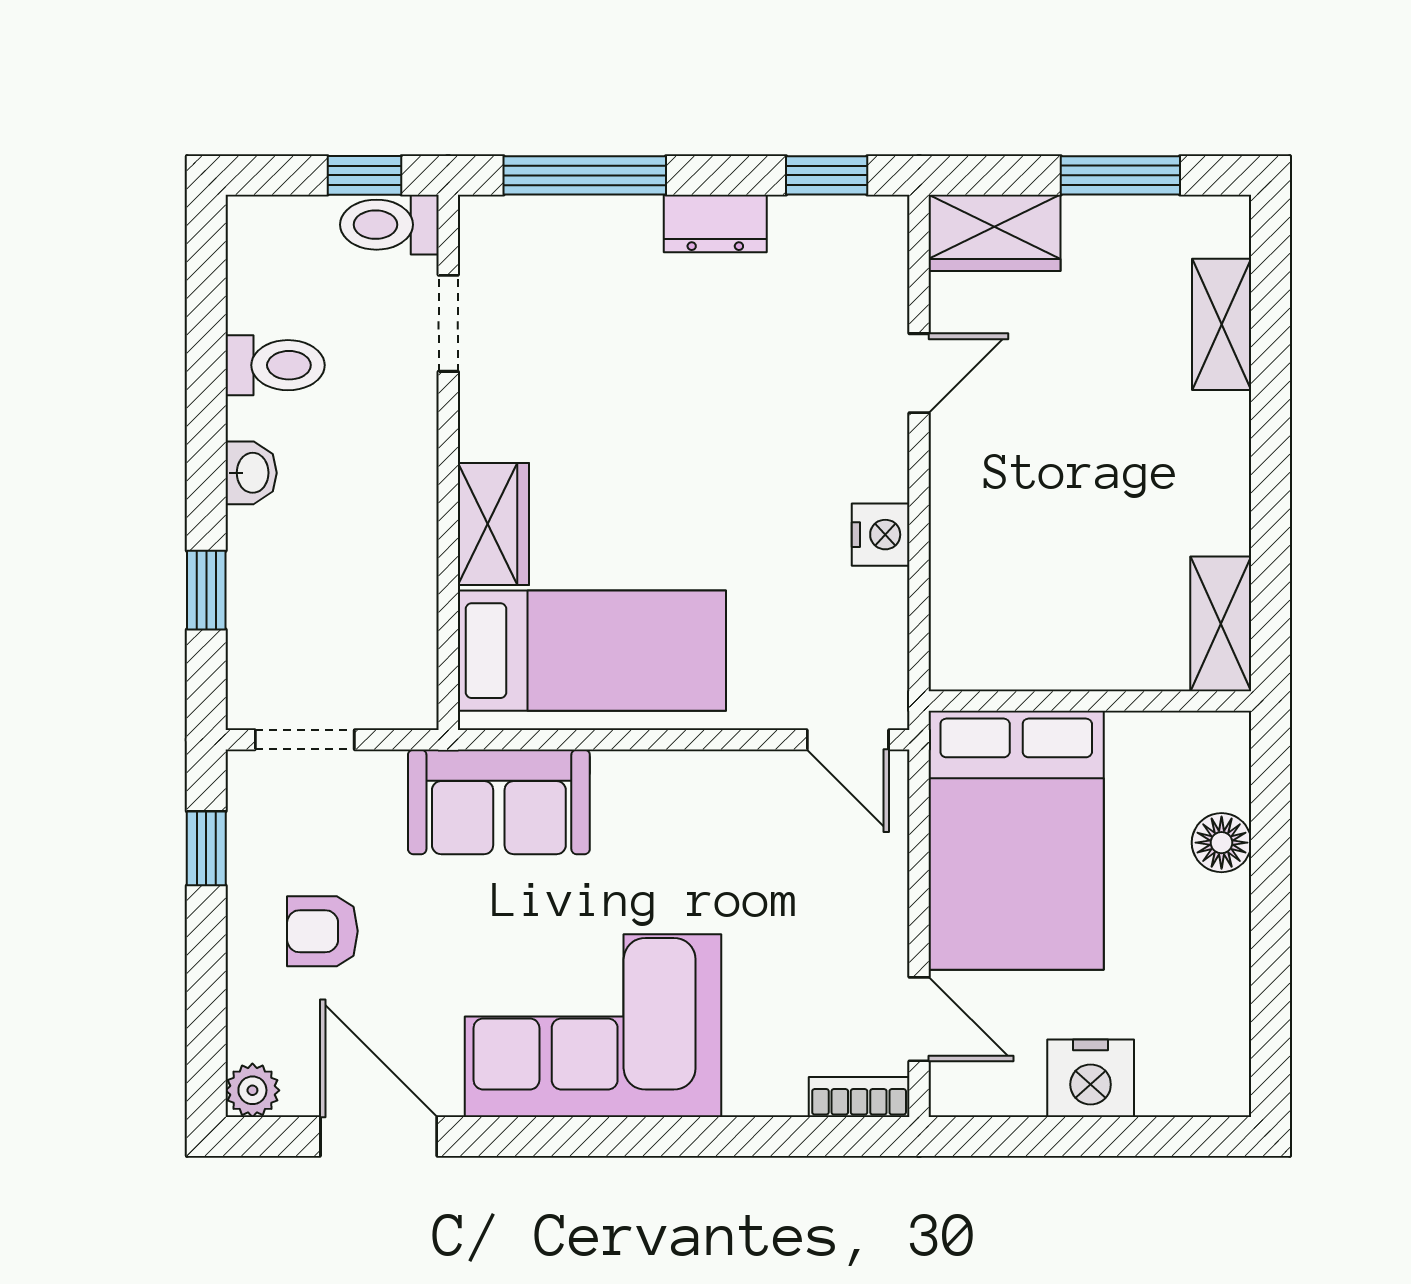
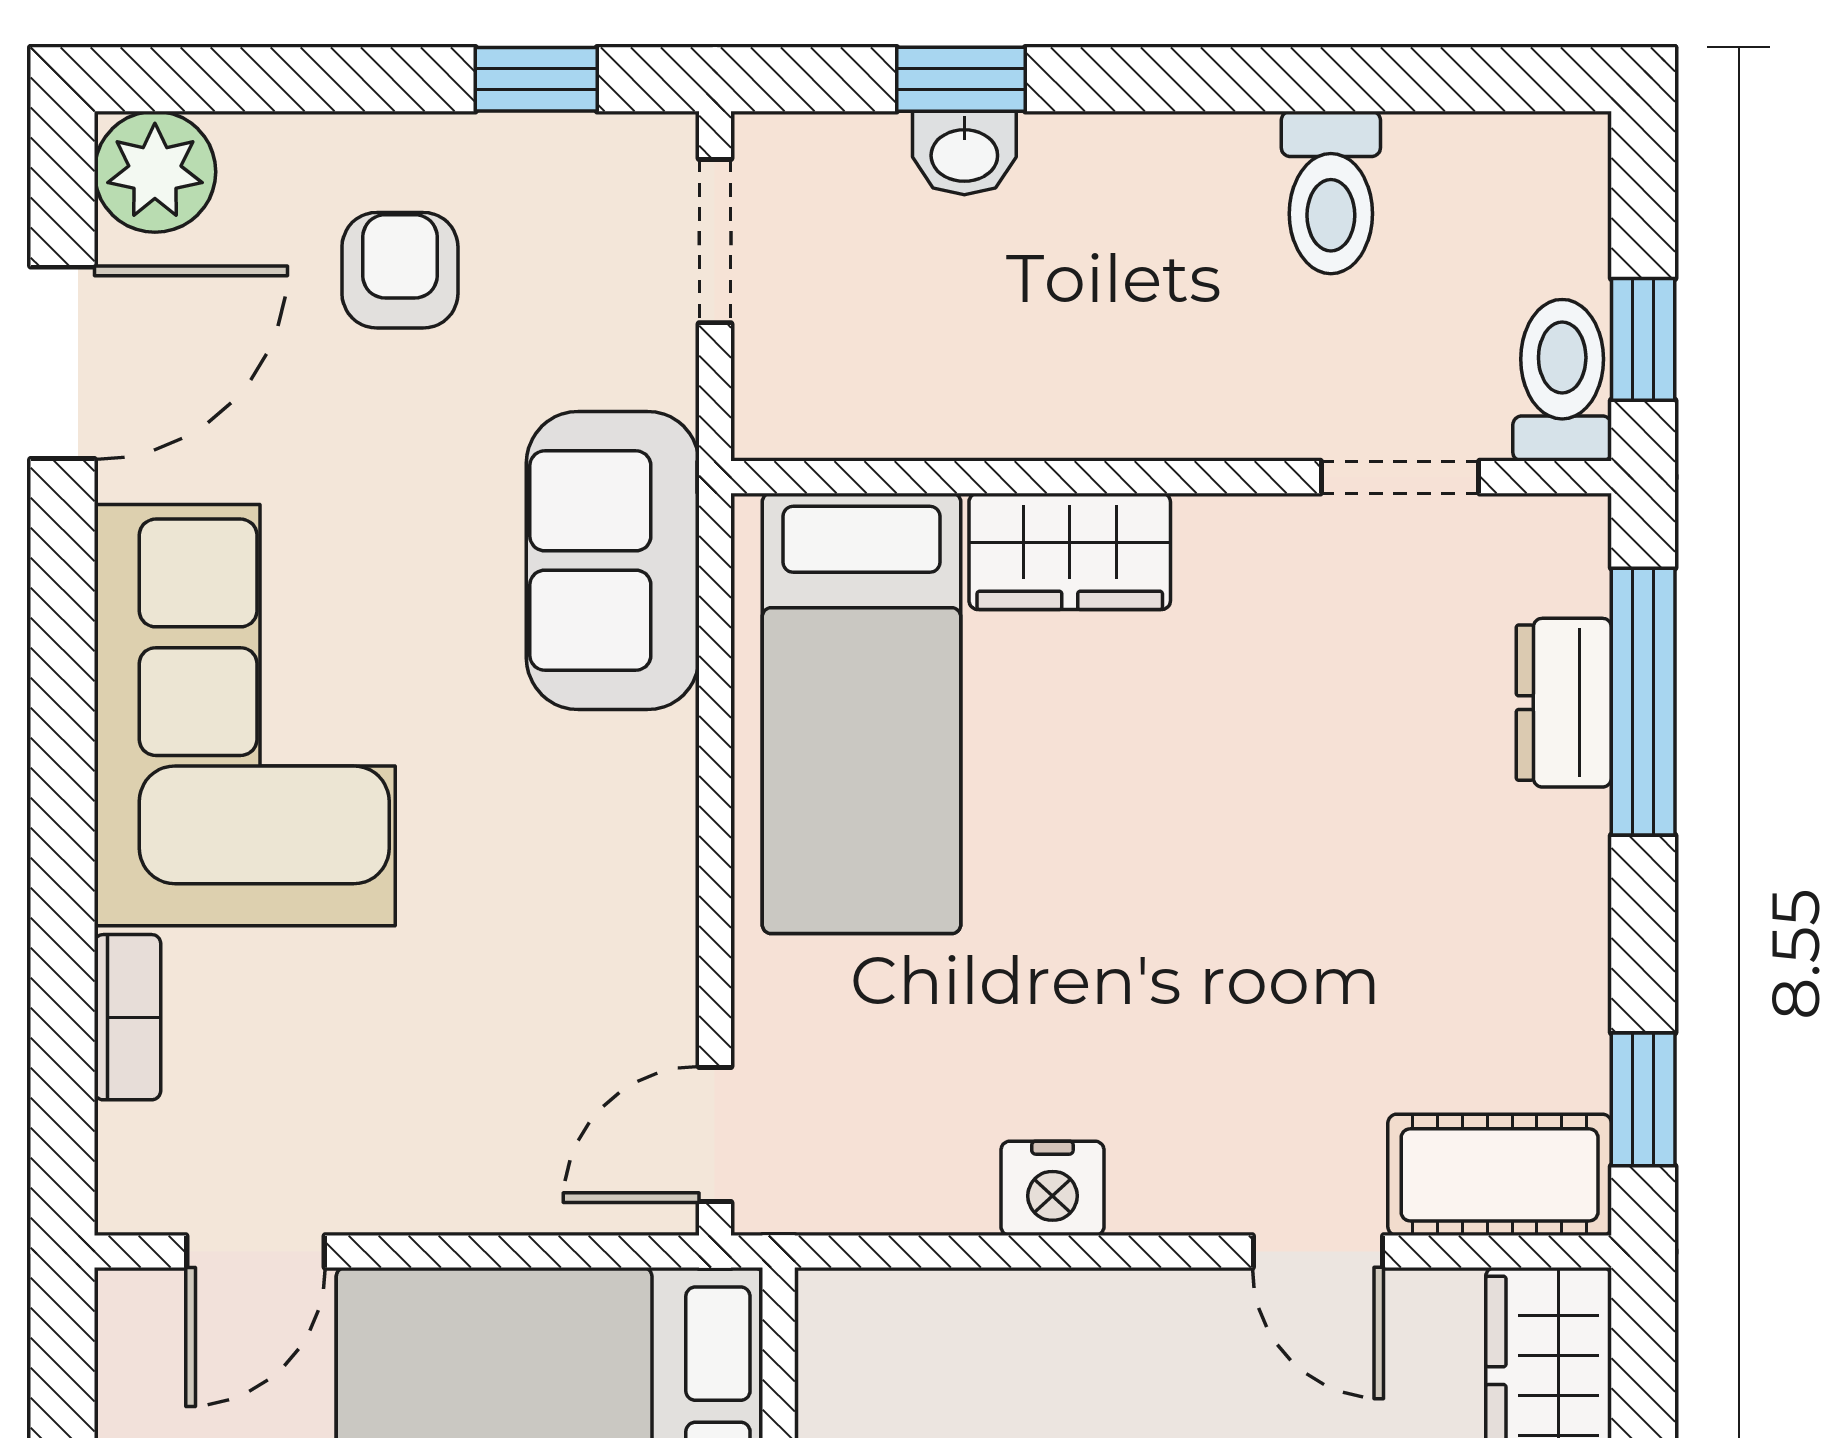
dresser: (715, 224) -> (1564, 703), moved
cot: (872, 263) -> (1500, 1175), added
washbasin: (251, 473) -> (964, 153), moved
plant: (252, 1090) -> (155, 172), width x1.38, depth x1.38
bookcase: (859, 1097) -> (127, 1017), moved

